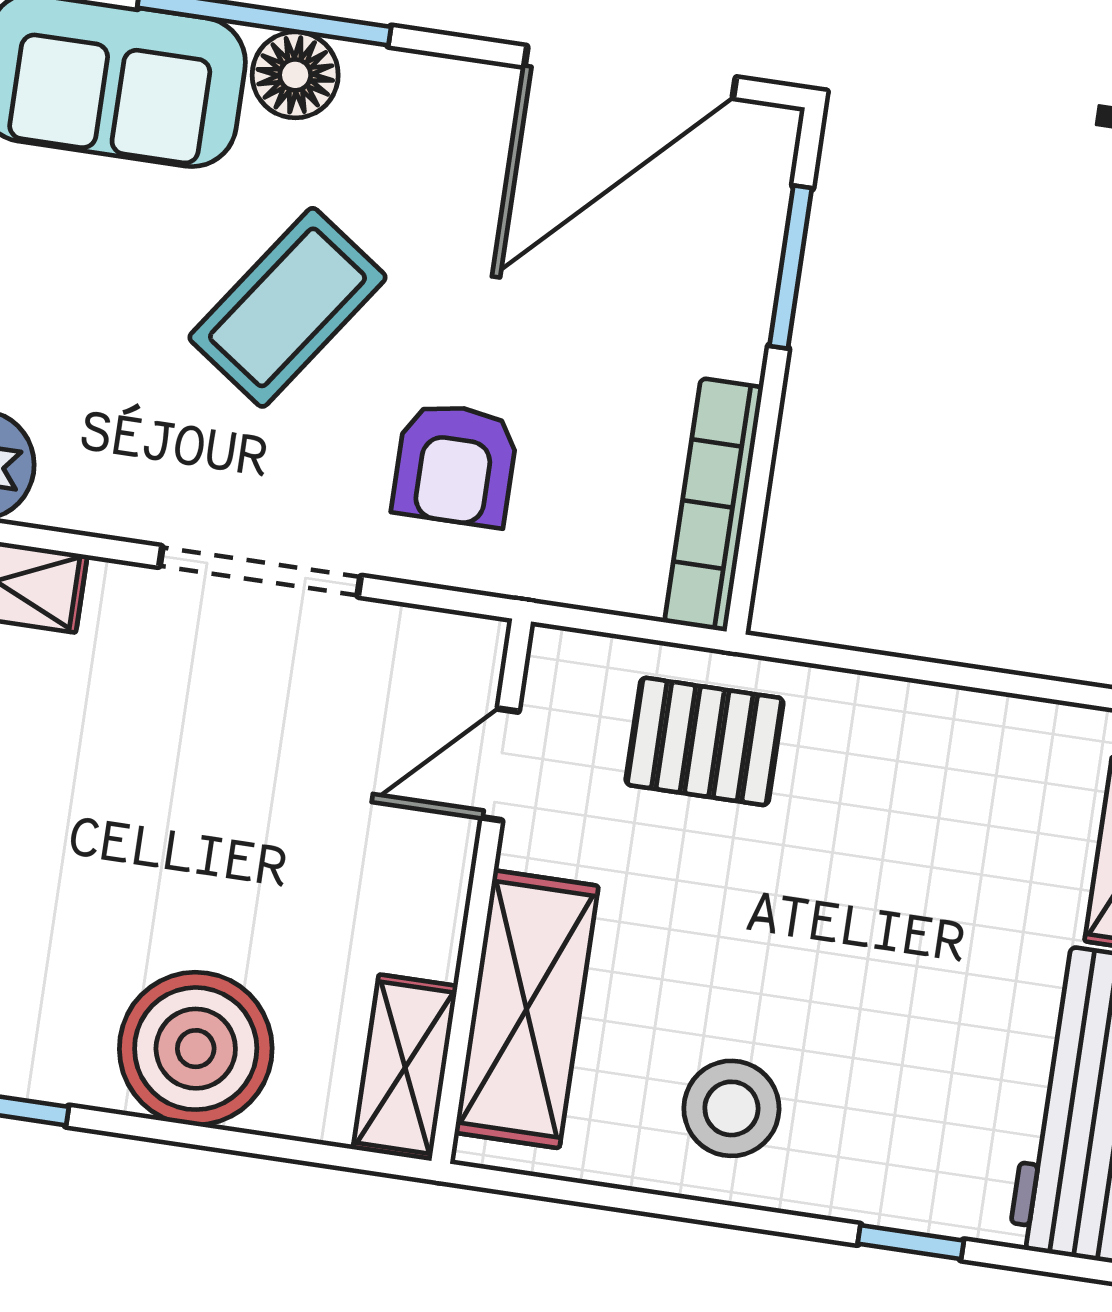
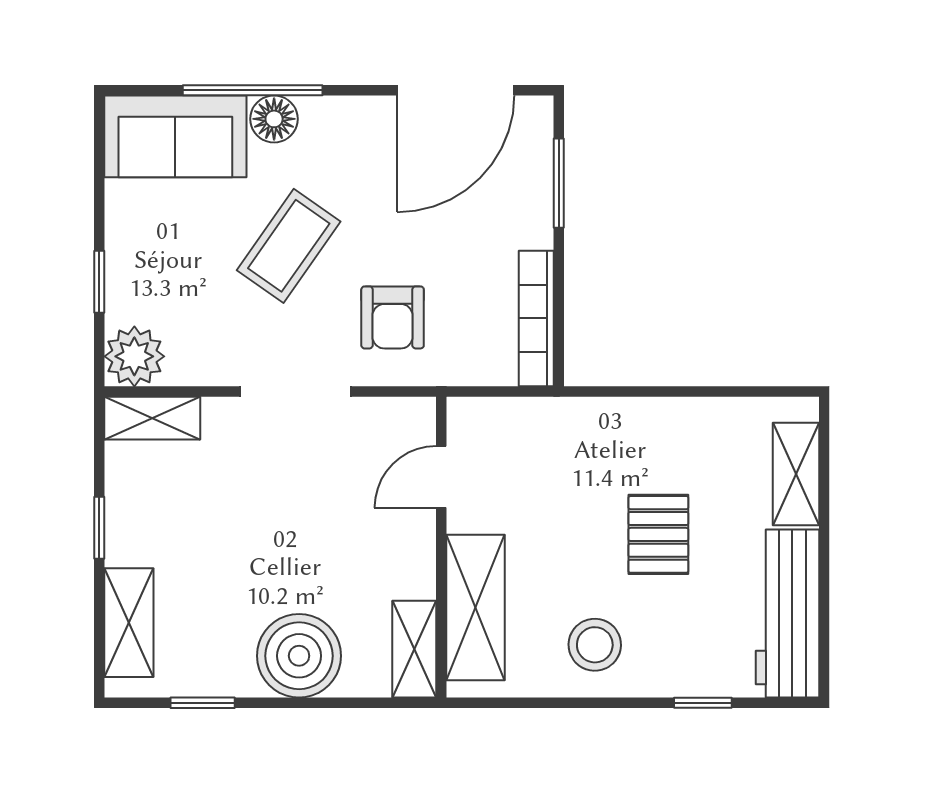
pallet: (704, 741) -> (658, 534), moved, turned 90

